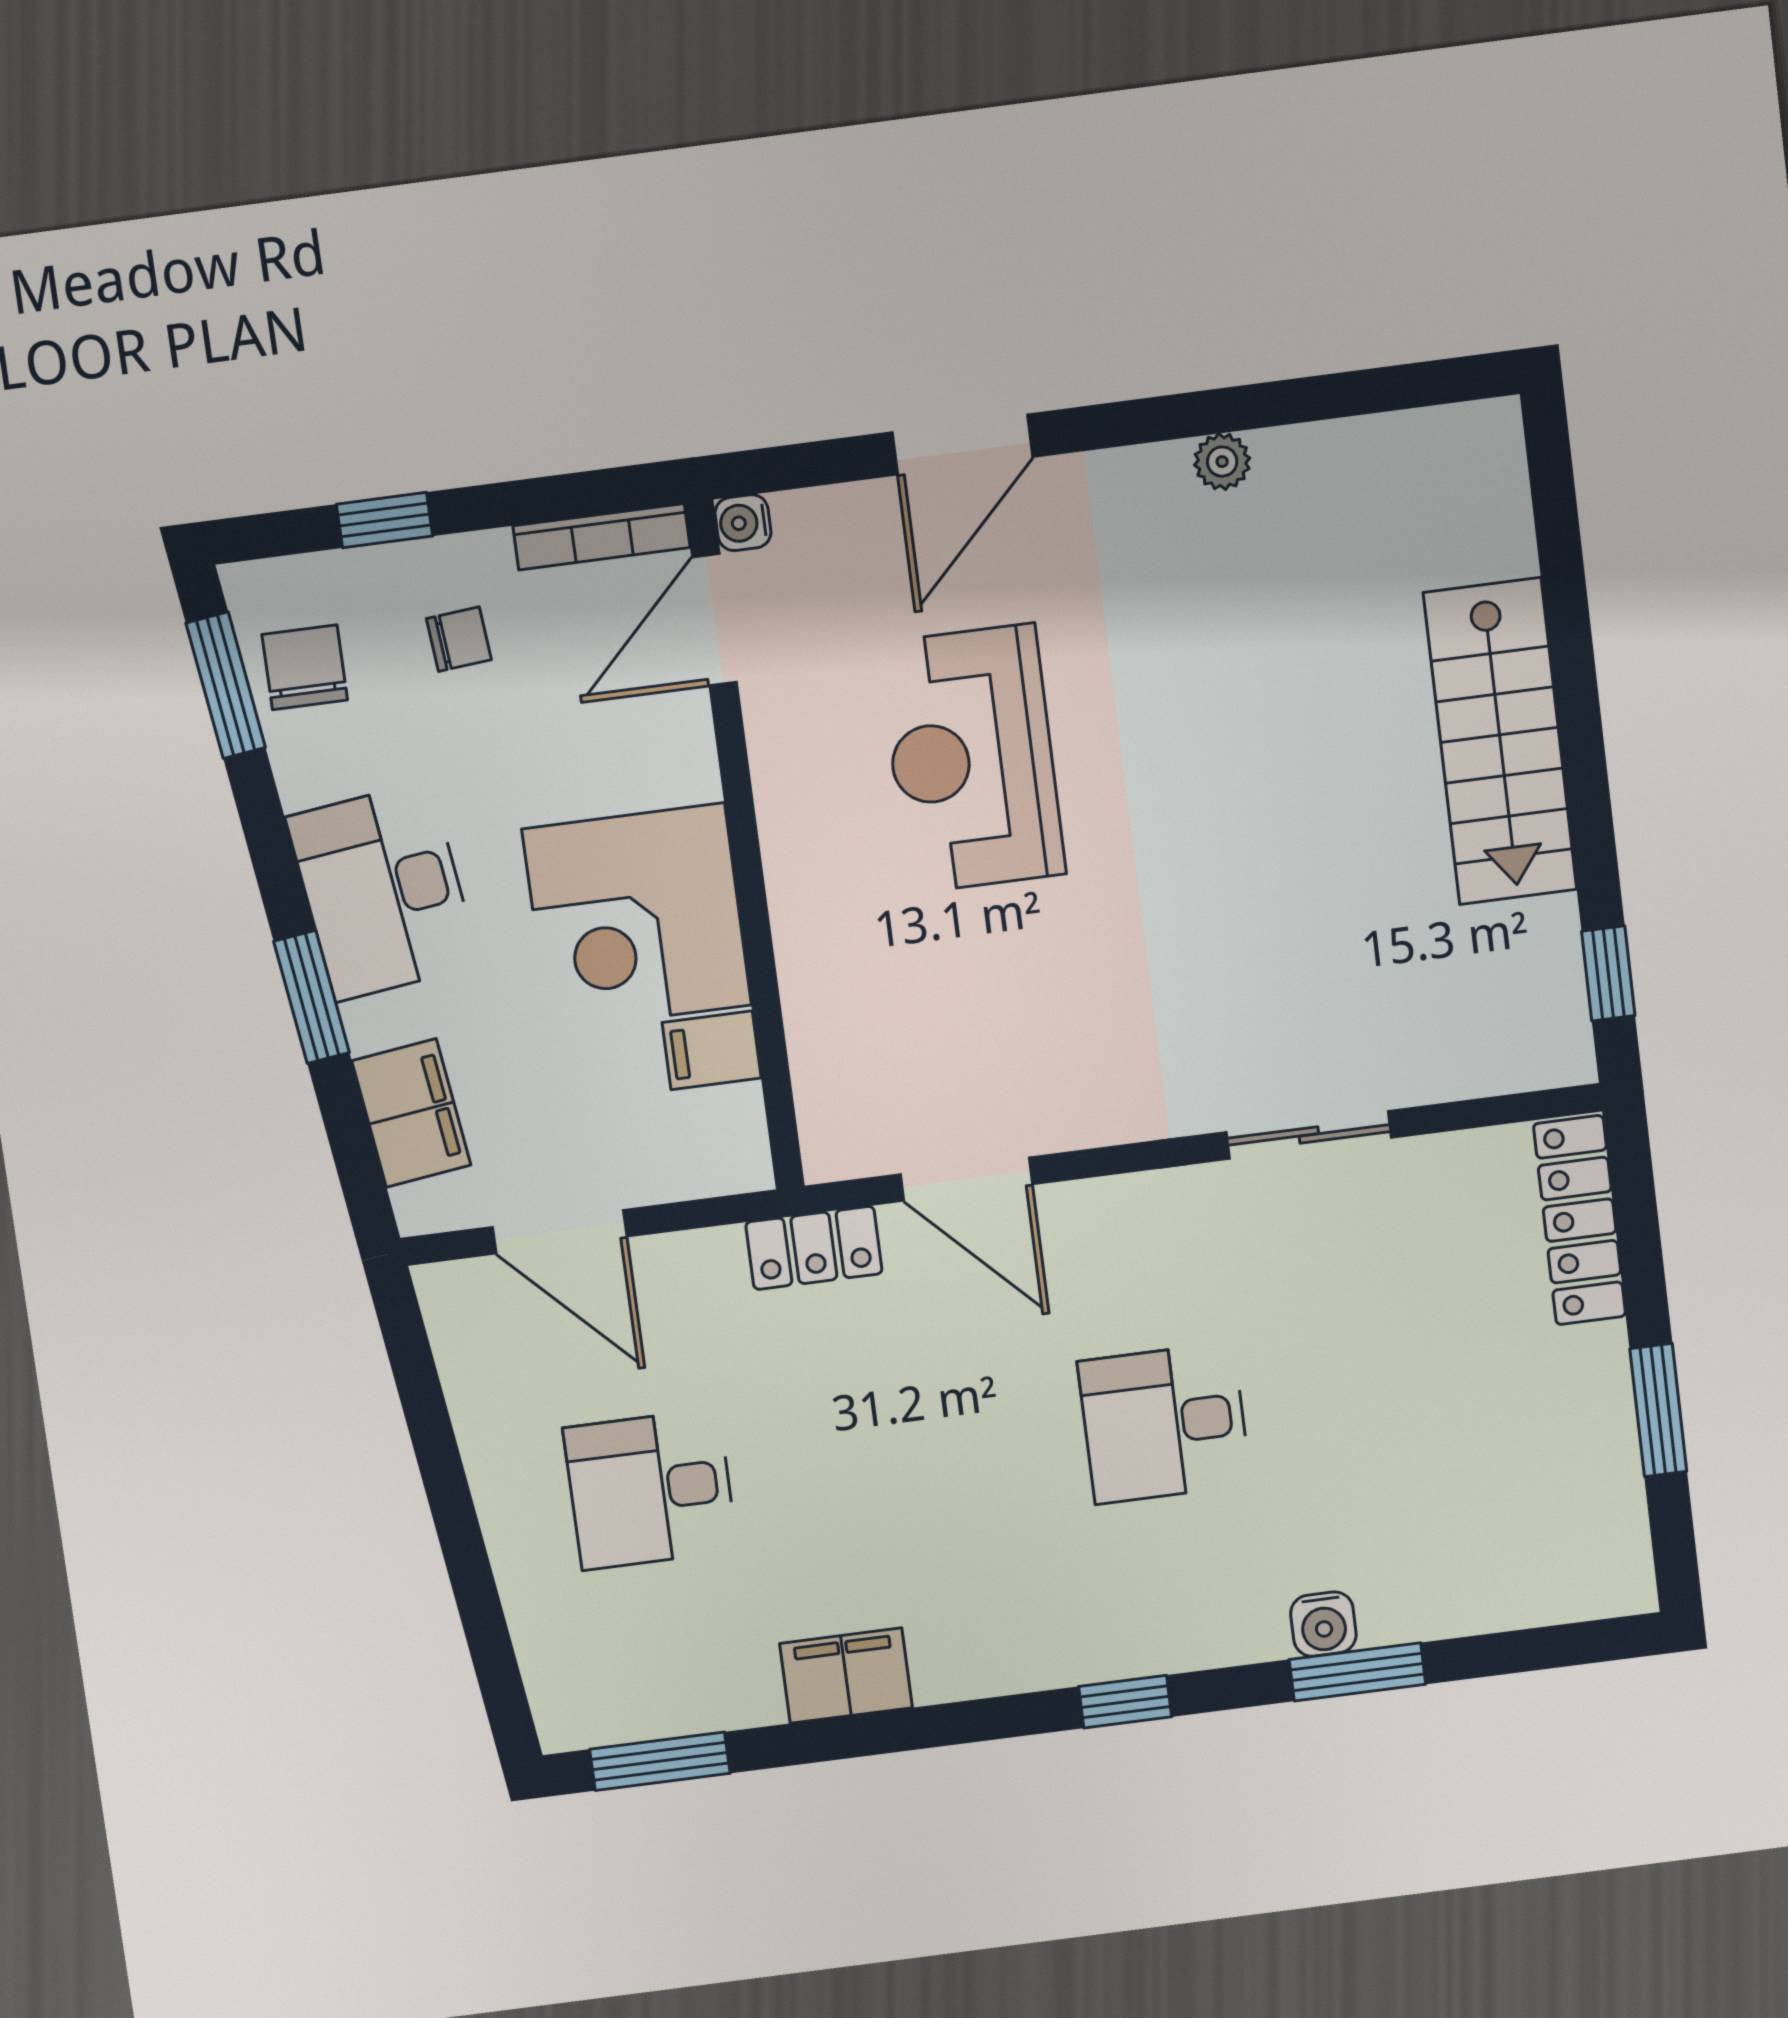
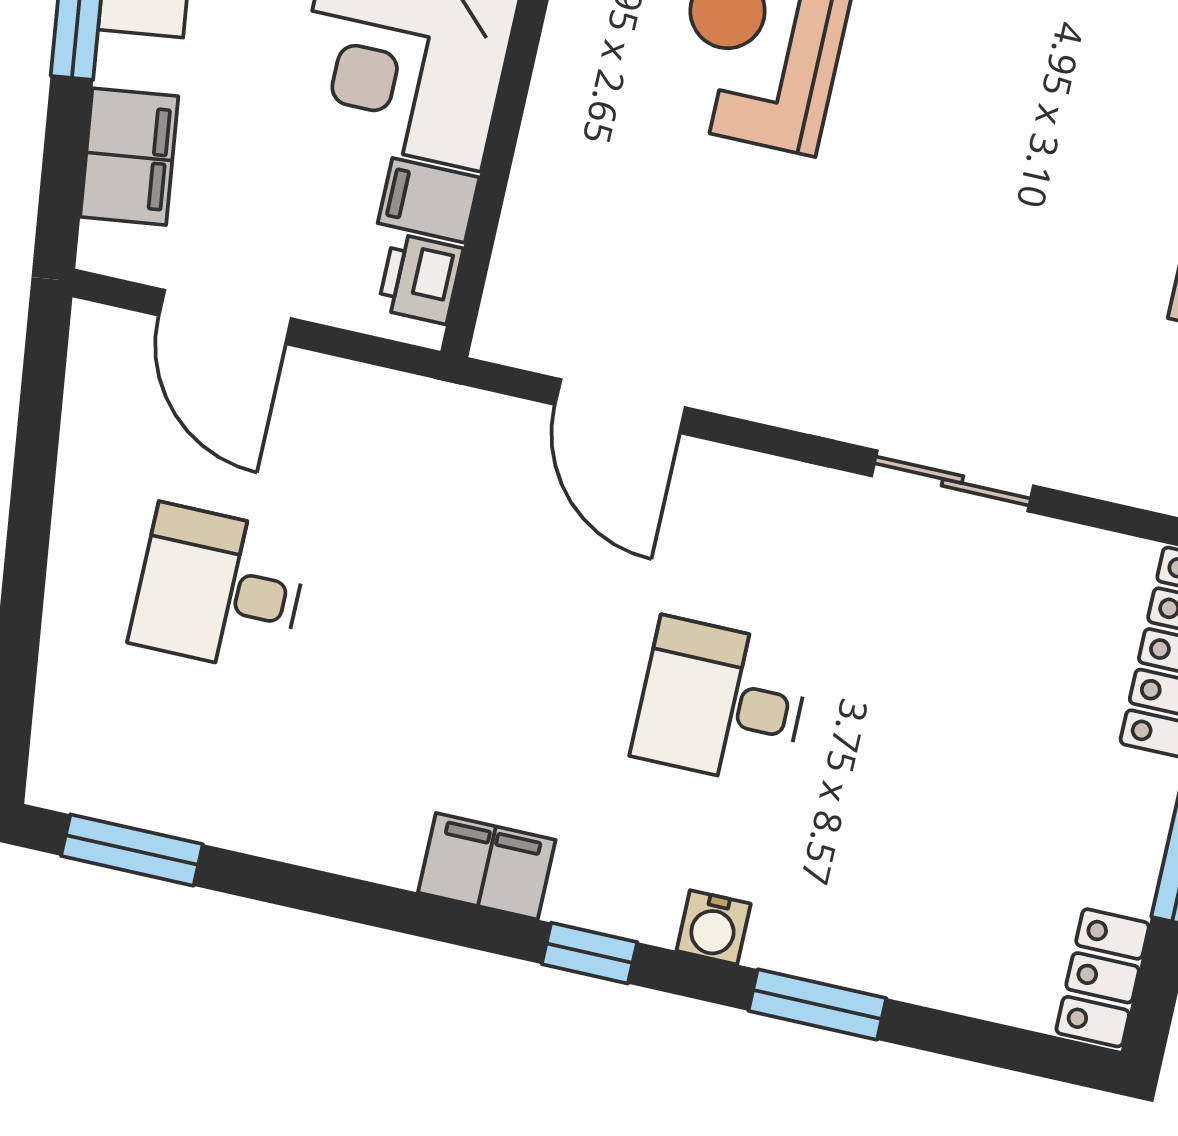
printer: (731, 1128) -> (420, 279), added
locker: (814, 1248) -> (1103, 978), moved, turned 90
water cooler: (1323, 1624) -> (714, 927), moved
filing cabinet: (846, 1676) -> (487, 866), moved

